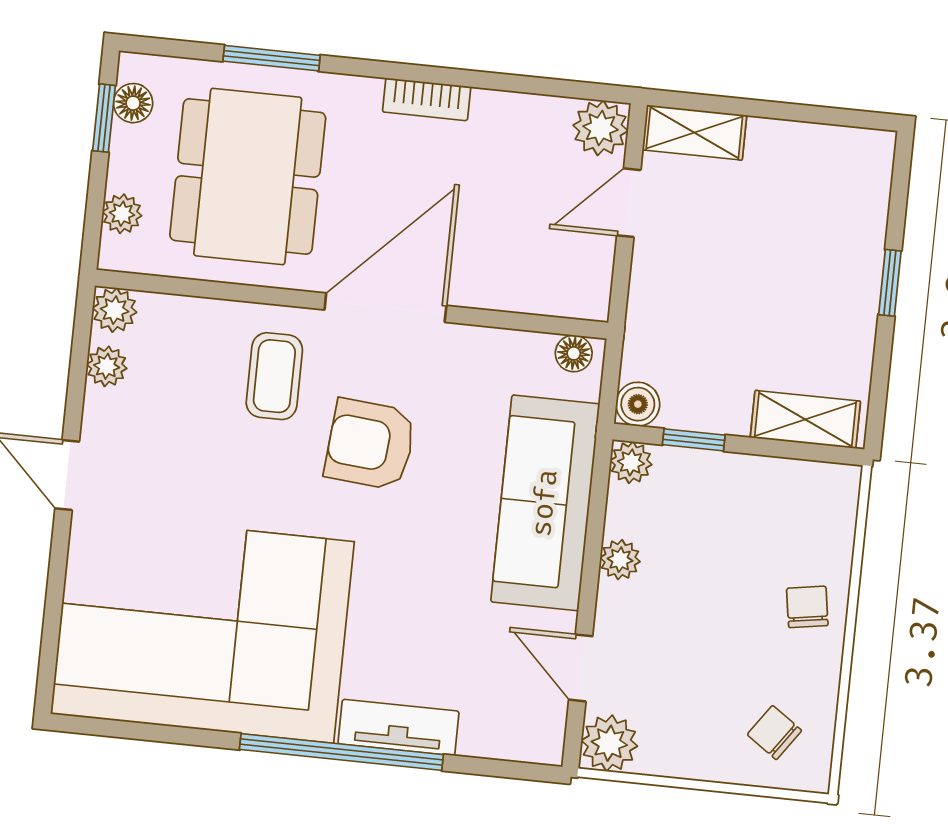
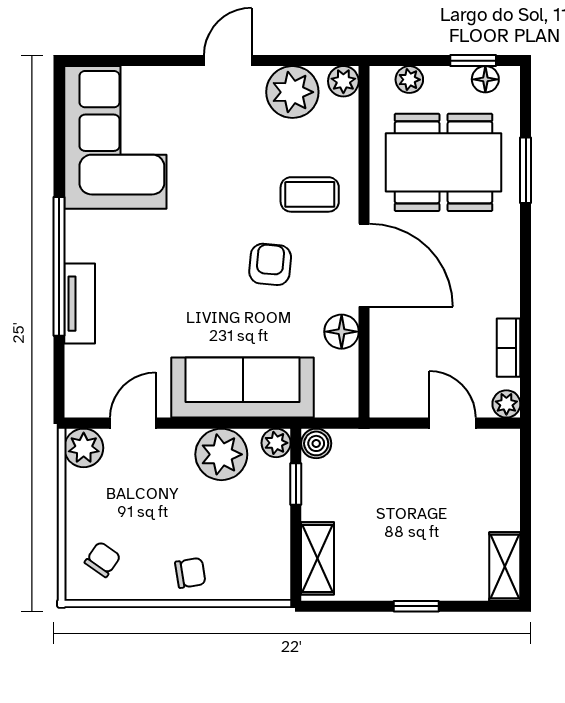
bookcase: (427, 99) -> (509, 348), moved
plant: (601, 128) -> (506, 404), width x0.73, depth x0.73
shelving: (694, 133) -> (505, 566), moved
floor lamp: (574, 353) -> (342, 332), moved, width x1.37, depth x1.37
plant: (107, 366) -> (292, 92), width x1.88, depth x1.88
armchair: (370, 444) -> (270, 264), width x0.72, depth x0.72
plant: (620, 560) -> (221, 454), width x1.88, depth x1.88
corner sofa: (202, 628) -> (115, 137), width x0.73, depth x0.74

